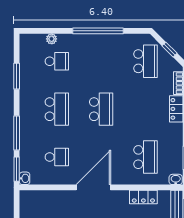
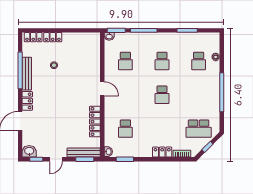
school desk: (57, 109) -> (162, 61), width x0.54
school desk: (101, 109) -> (162, 95), width x0.54
school desk: (145, 157) -> (125, 129), width x0.54
door: (93, 187) -> (102, 89), width x0.53
locker: (143, 197) -> (95, 122), width x1.53

